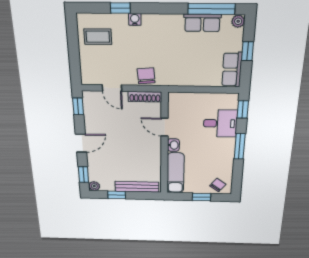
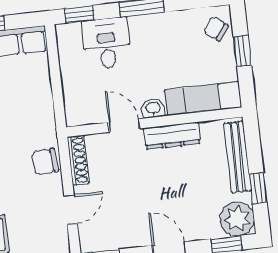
door: (165, 127) -> (124, 126), swing flipped
dresser: (154, 154) -> (172, 136), added
plant: (94, 186) -> (237, 219), width x1.87, depth x1.87

